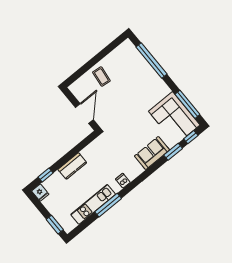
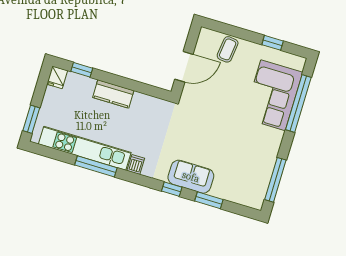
window: (105, 52) -> (273, 43), added
coffee table: (101, 77) -> (228, 49), moved
corner sofa: (174, 118) -> (273, 95), moved
window: (191, 137) -> (172, 189), moved
kitchen unit: (93, 204) -> (85, 148), width x1.36

